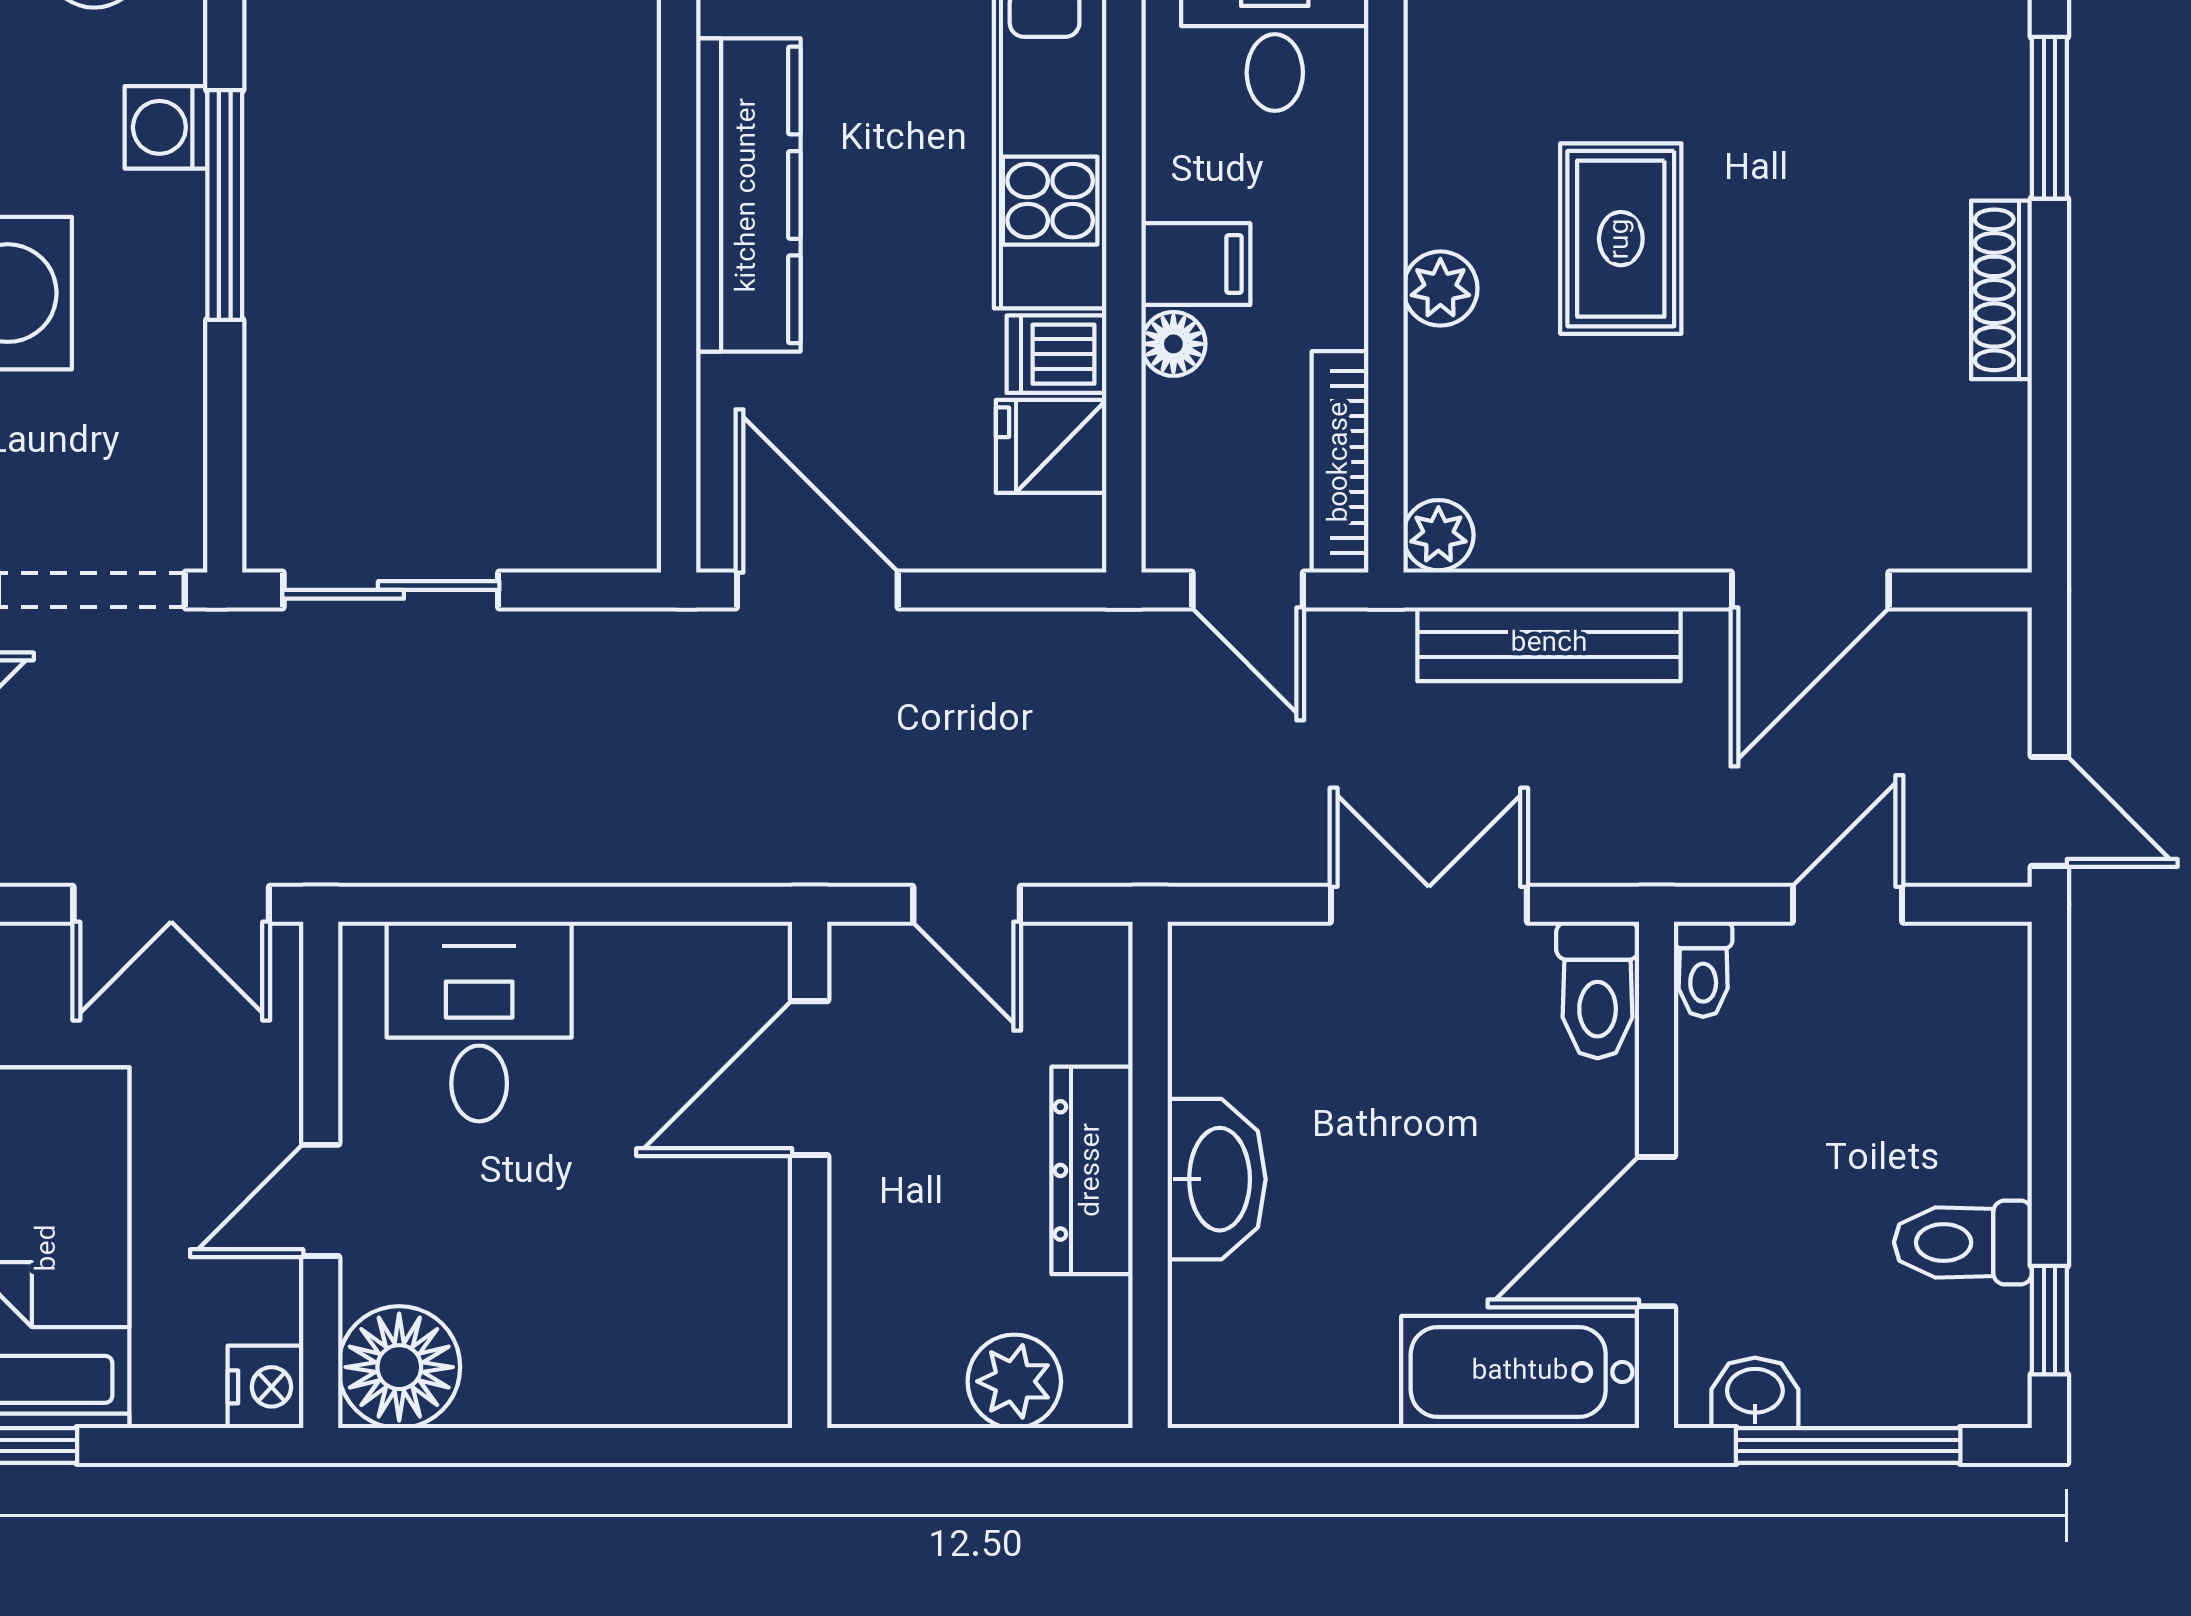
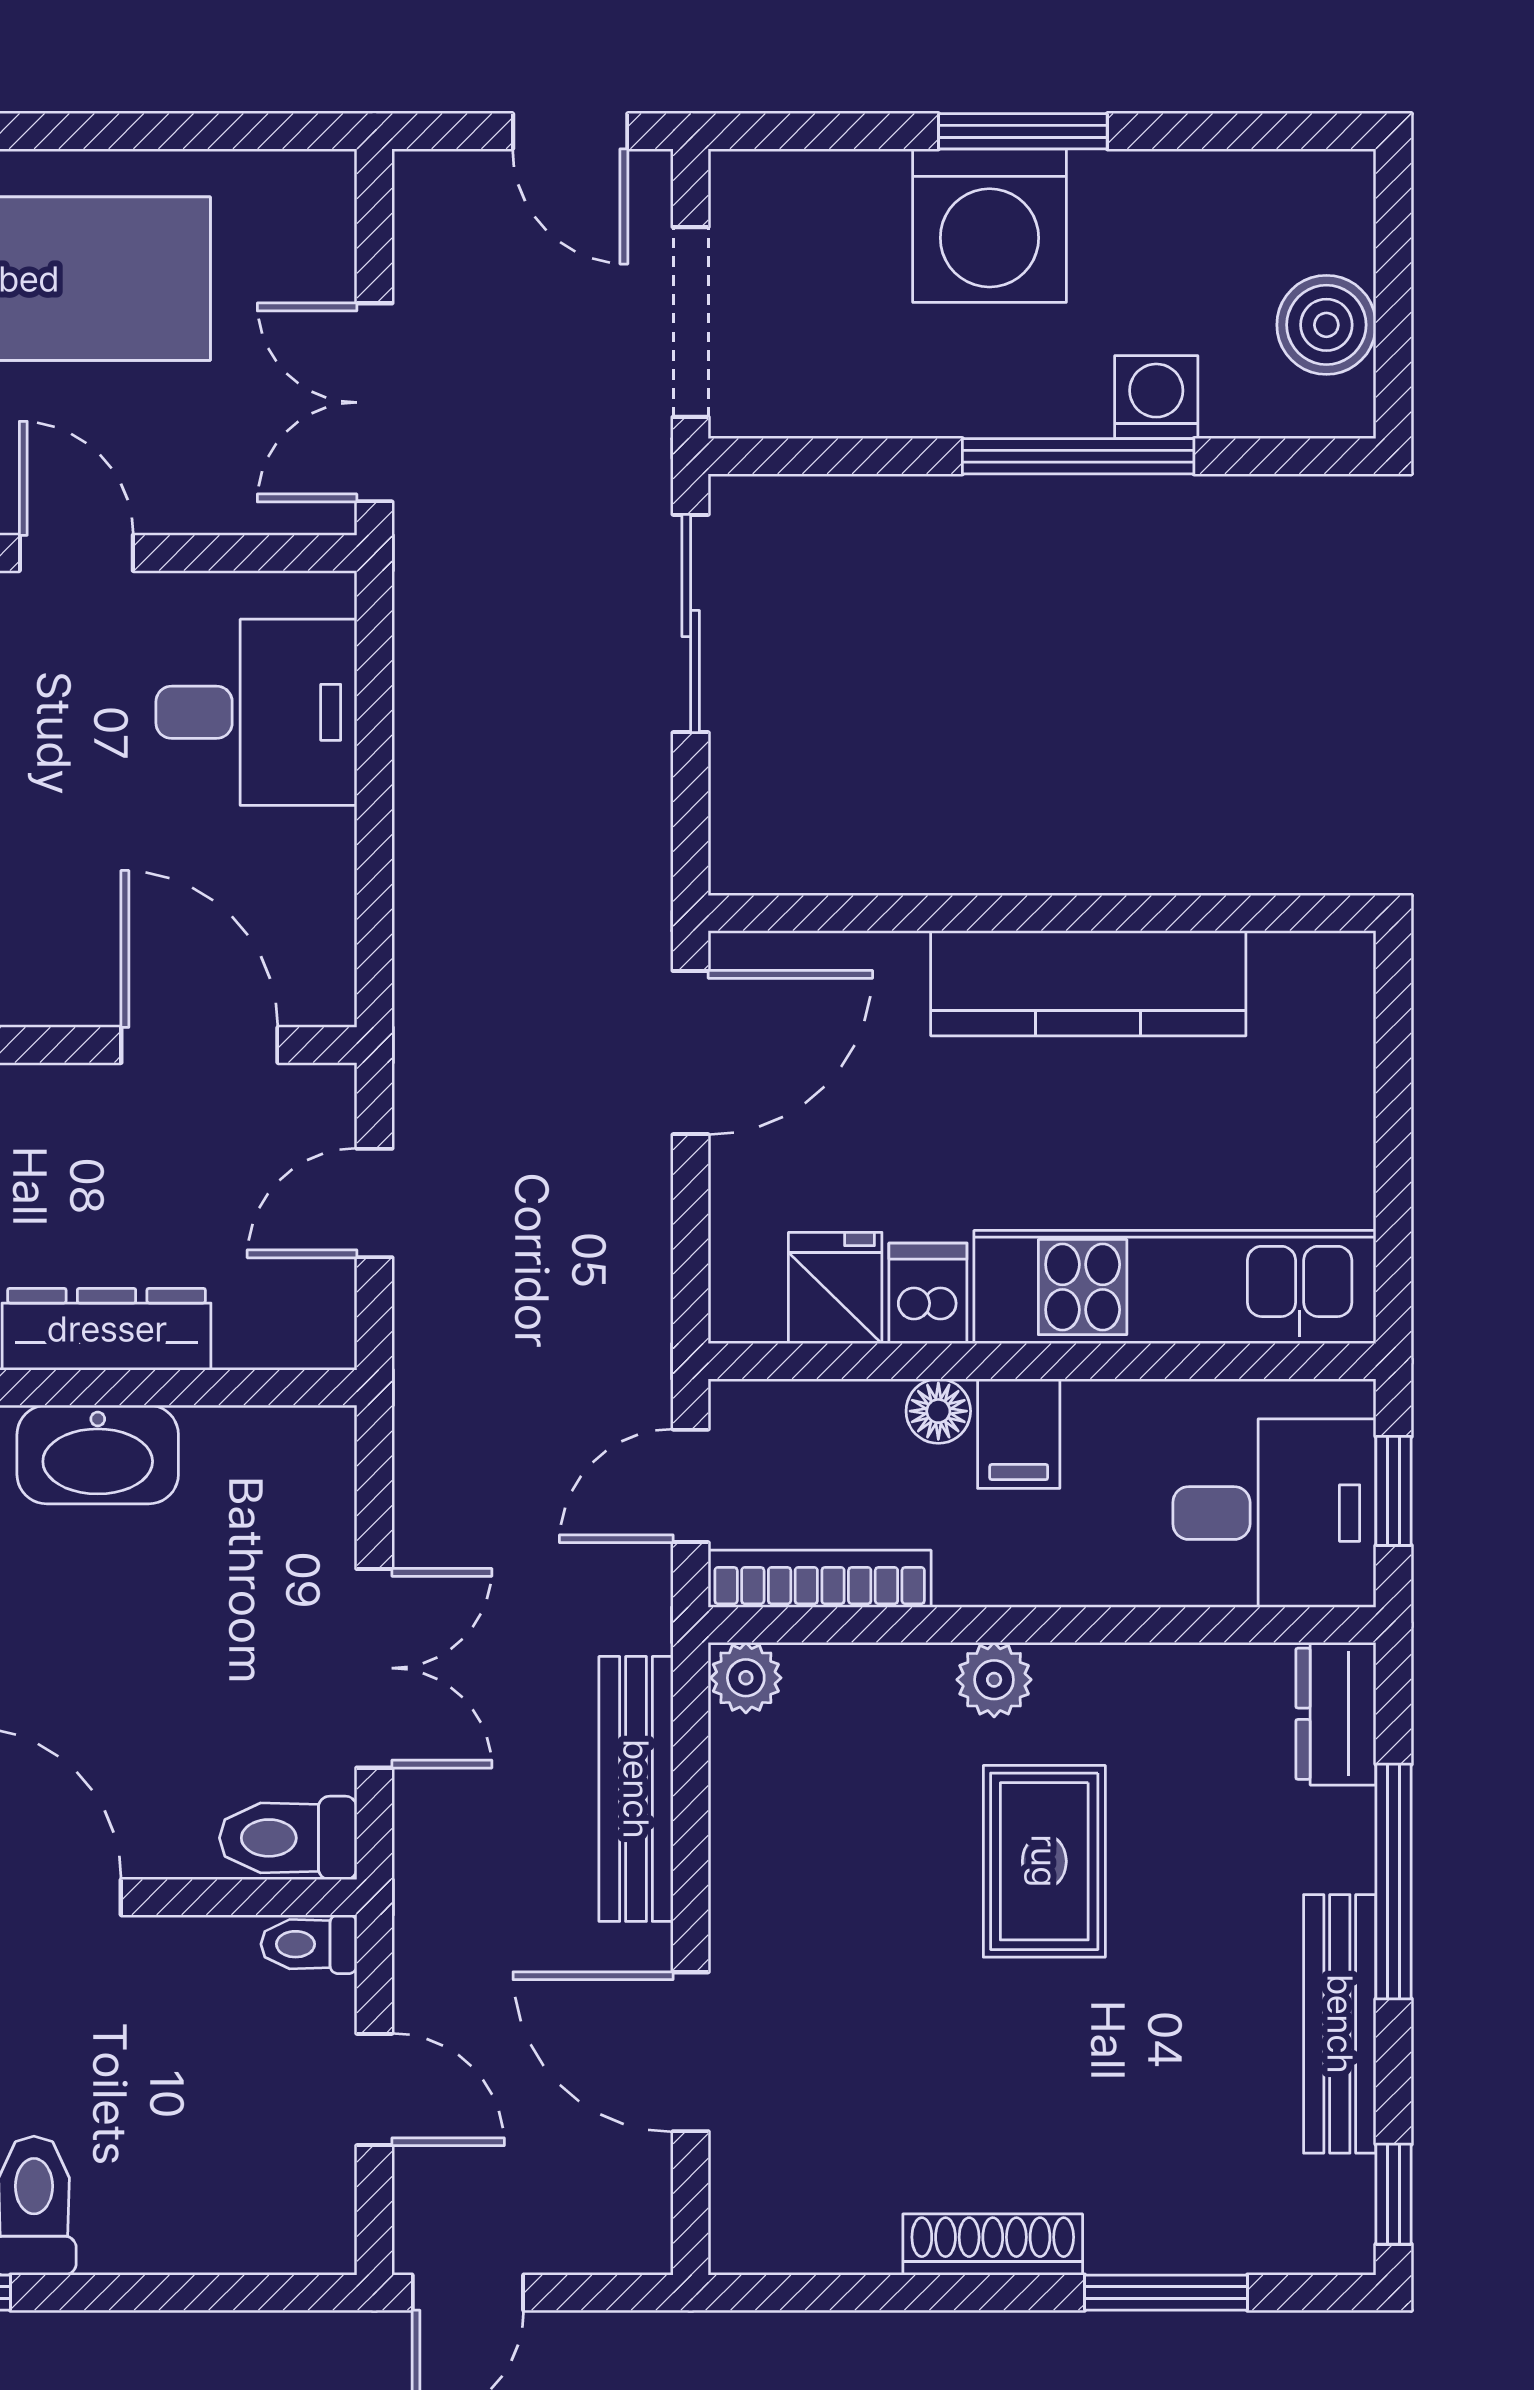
rug: (1621, 239) -> (1044, 1861), turned 90

